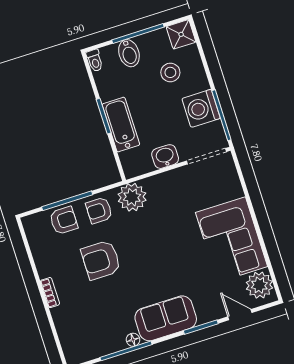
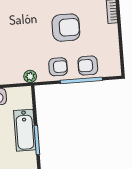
plant: (132, 197) -> (30, 76), width x0.53, depth x0.53

